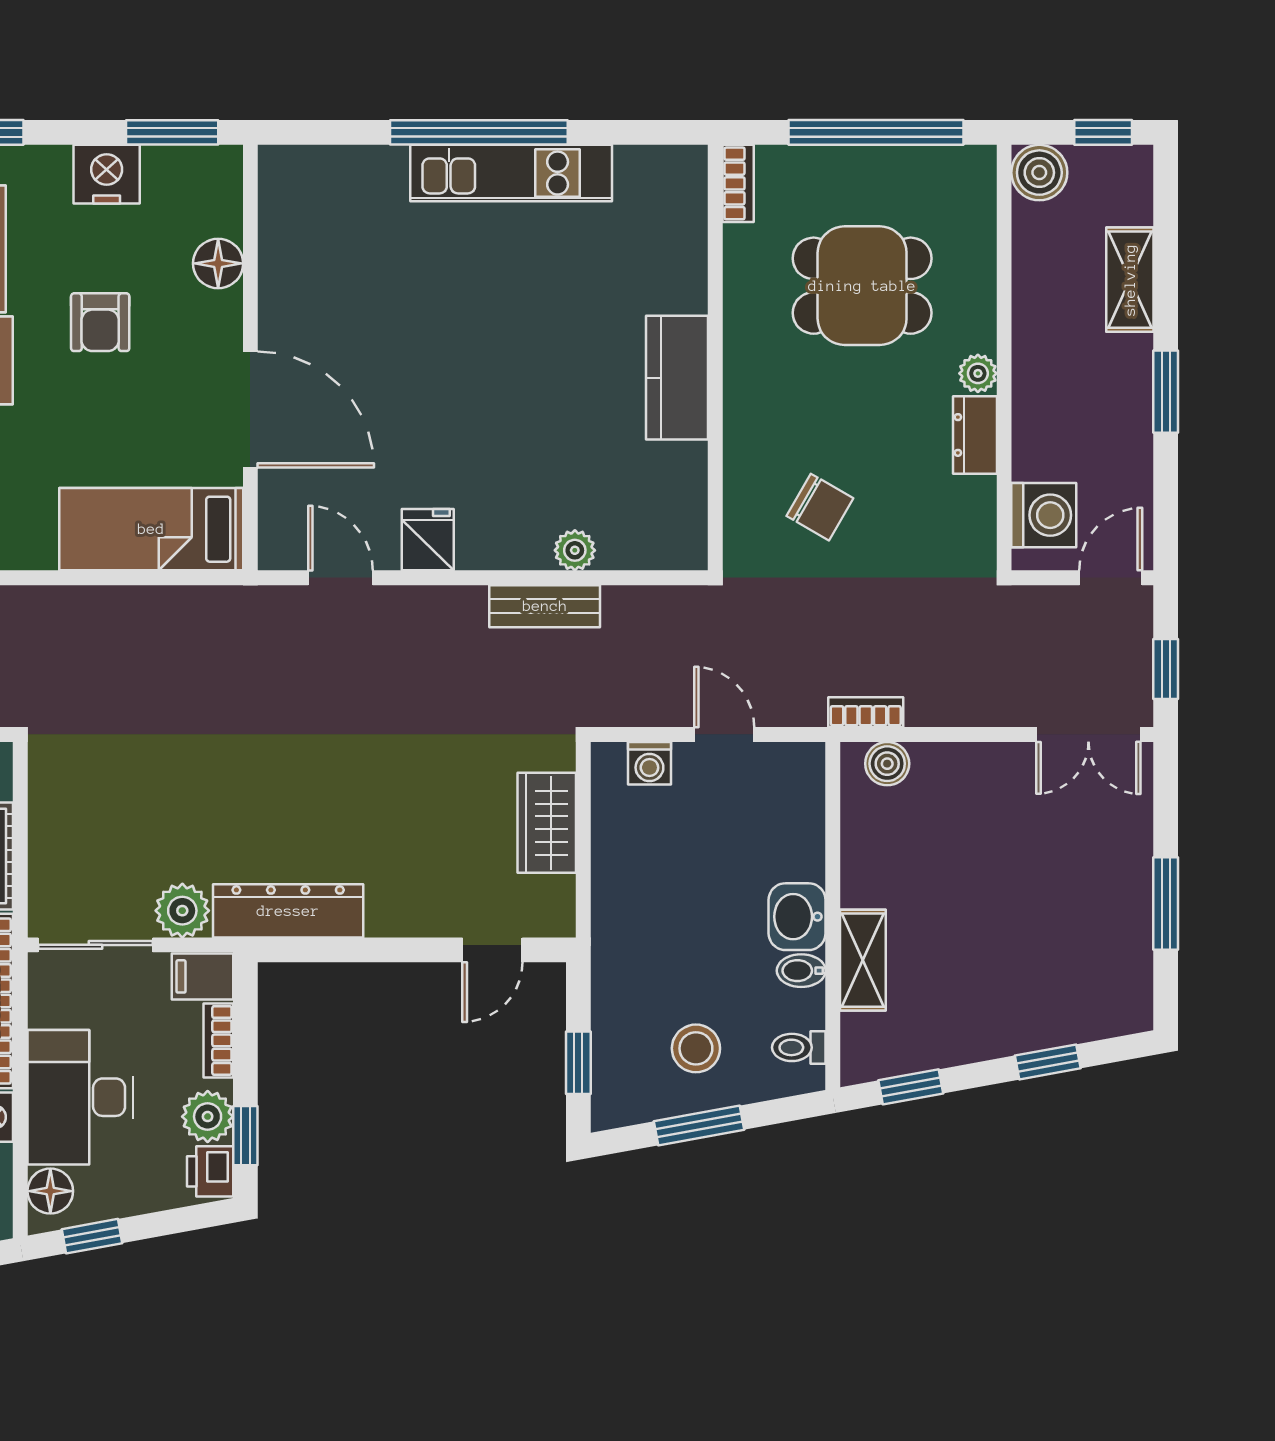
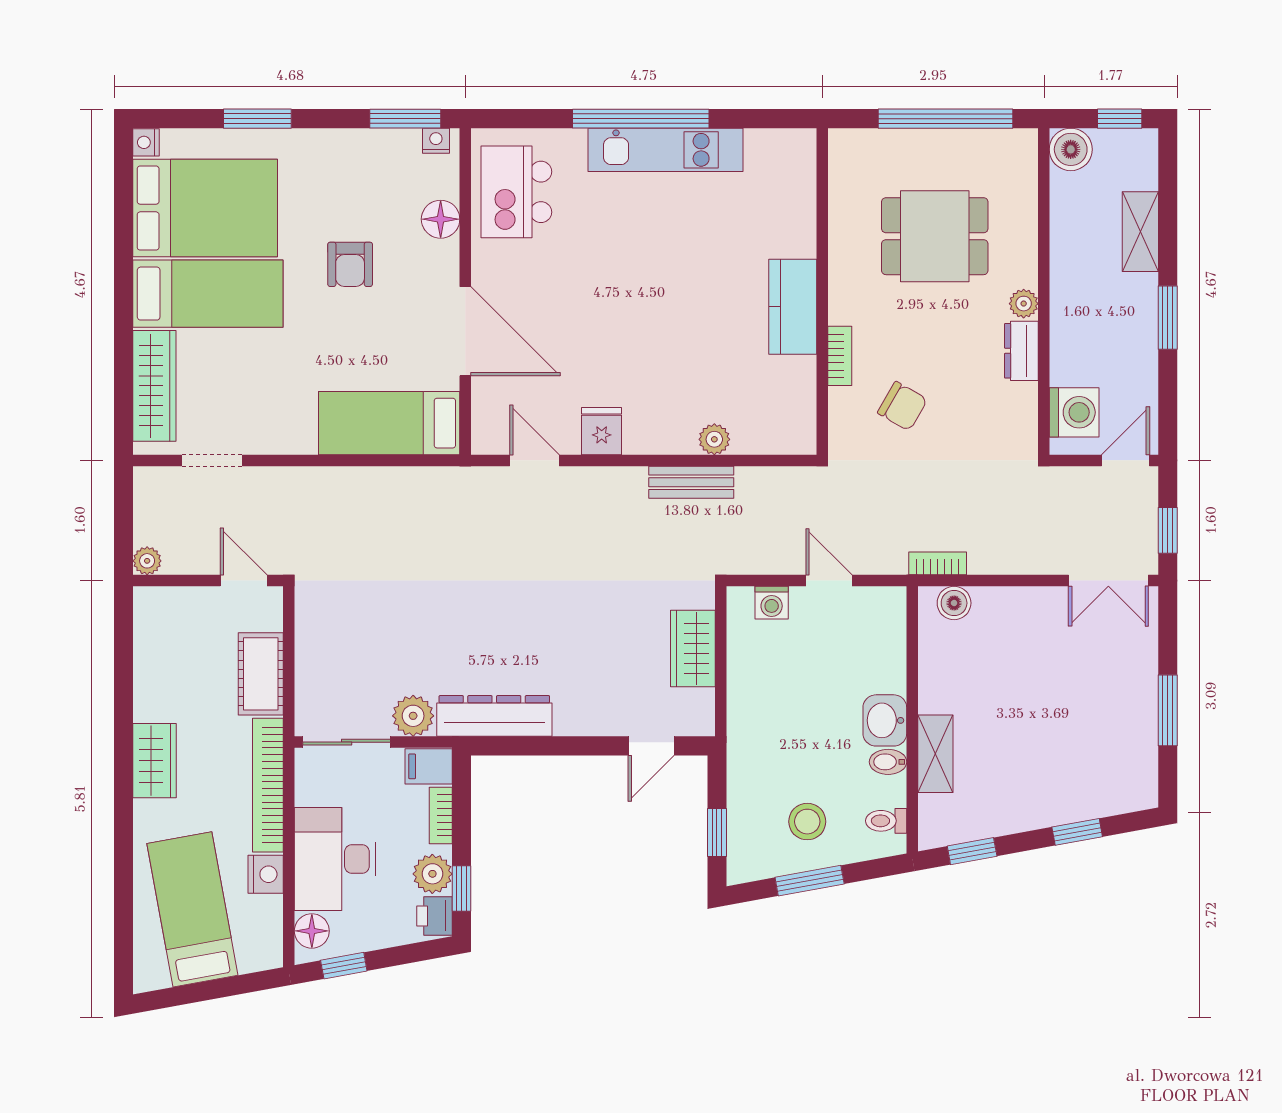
nightstand: (107, 174) -> (436, 141), moved, width x0.53, depth x0.56
bookcase: (738, 183) -> (840, 356), moved
kitchen island: (317, 228) -> (516, 192), added

